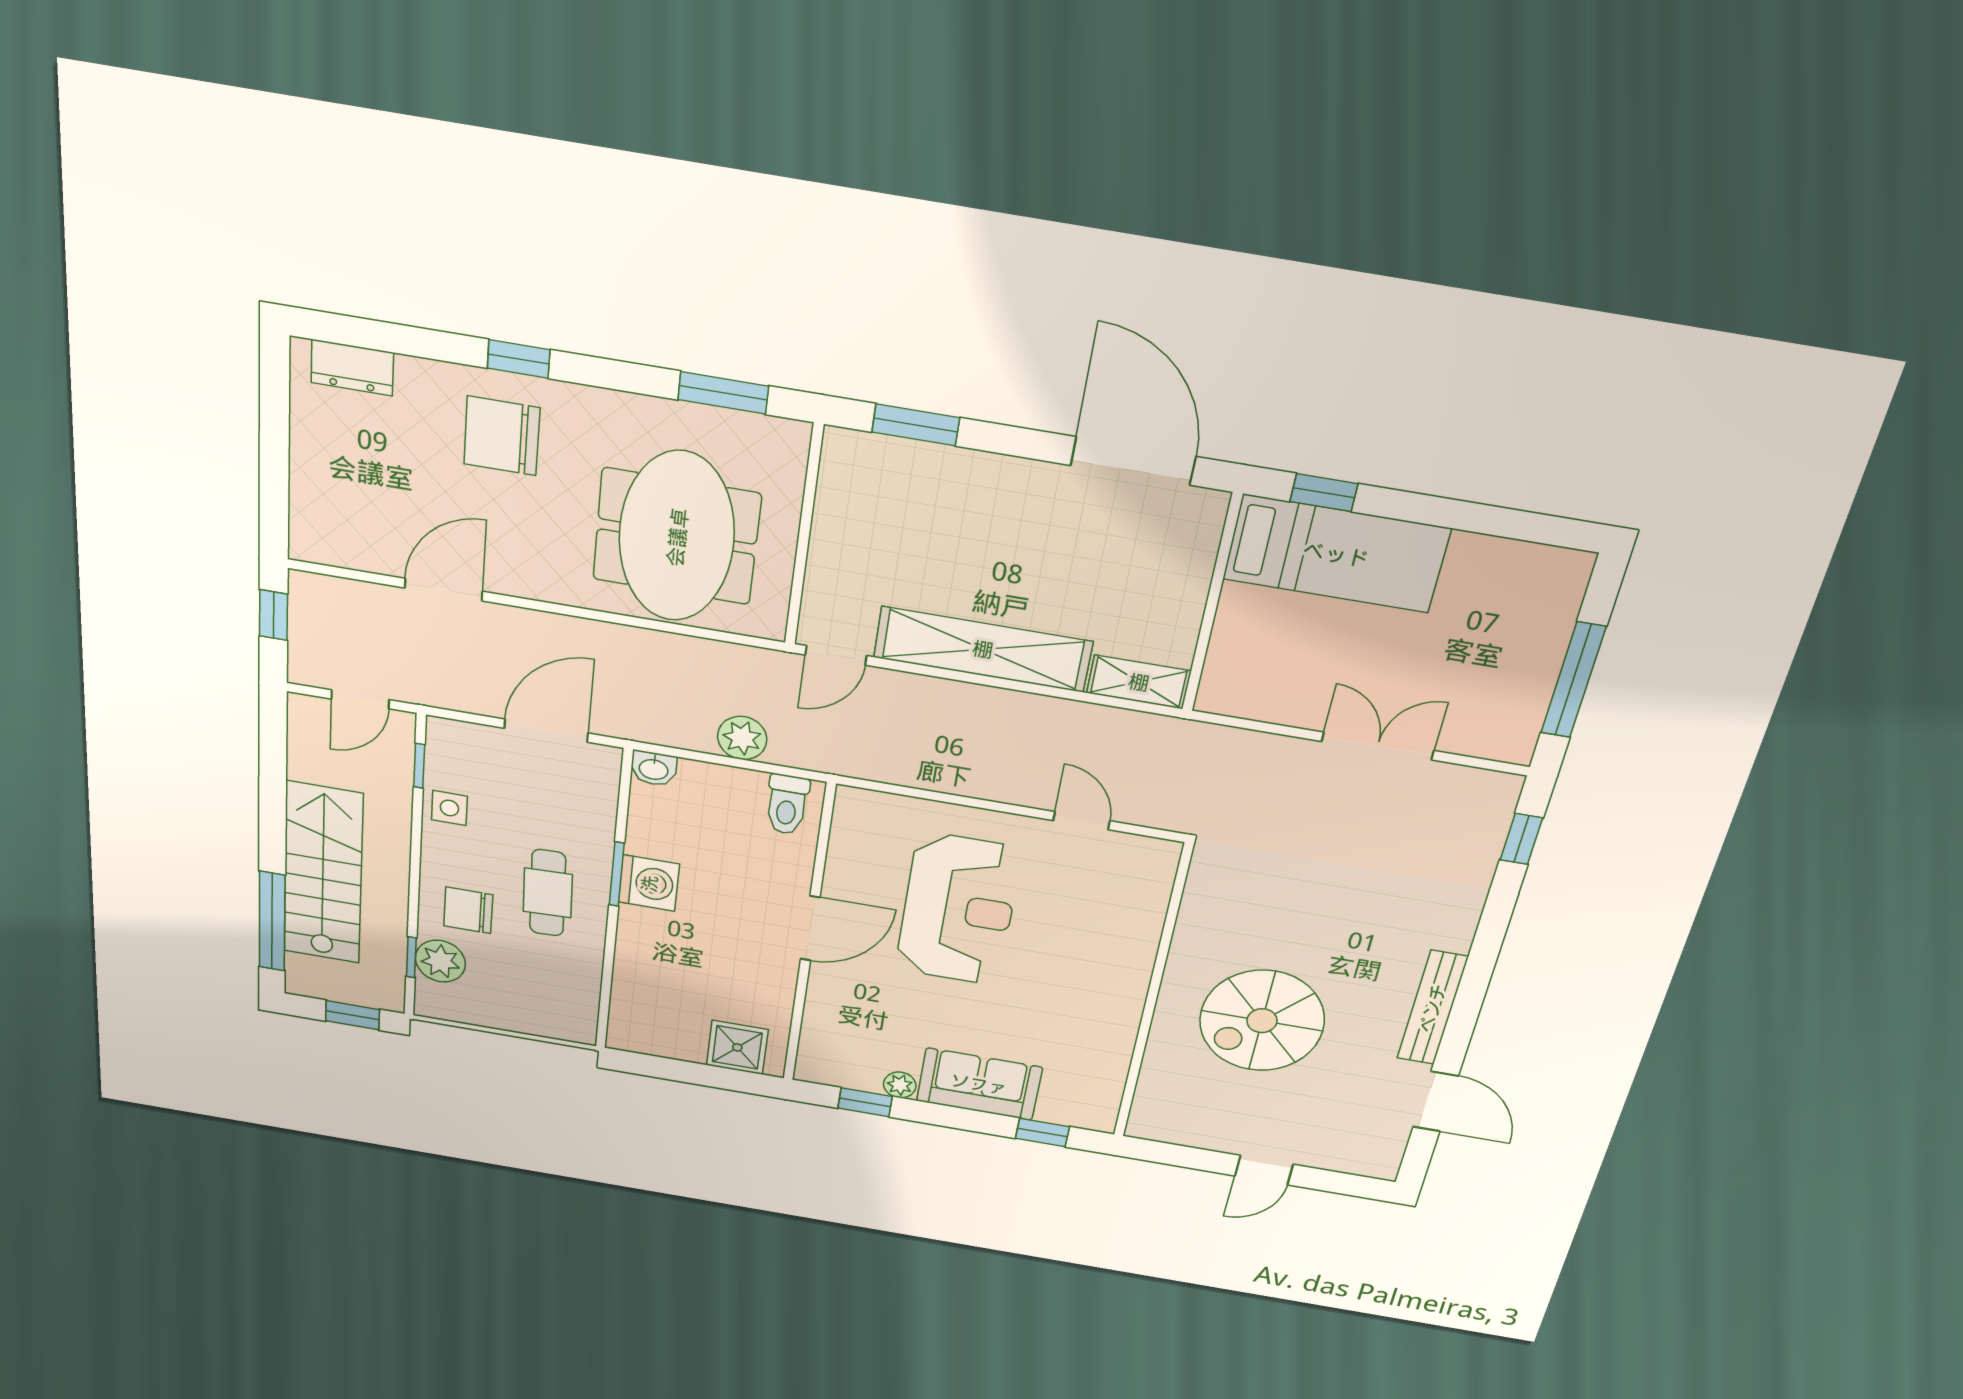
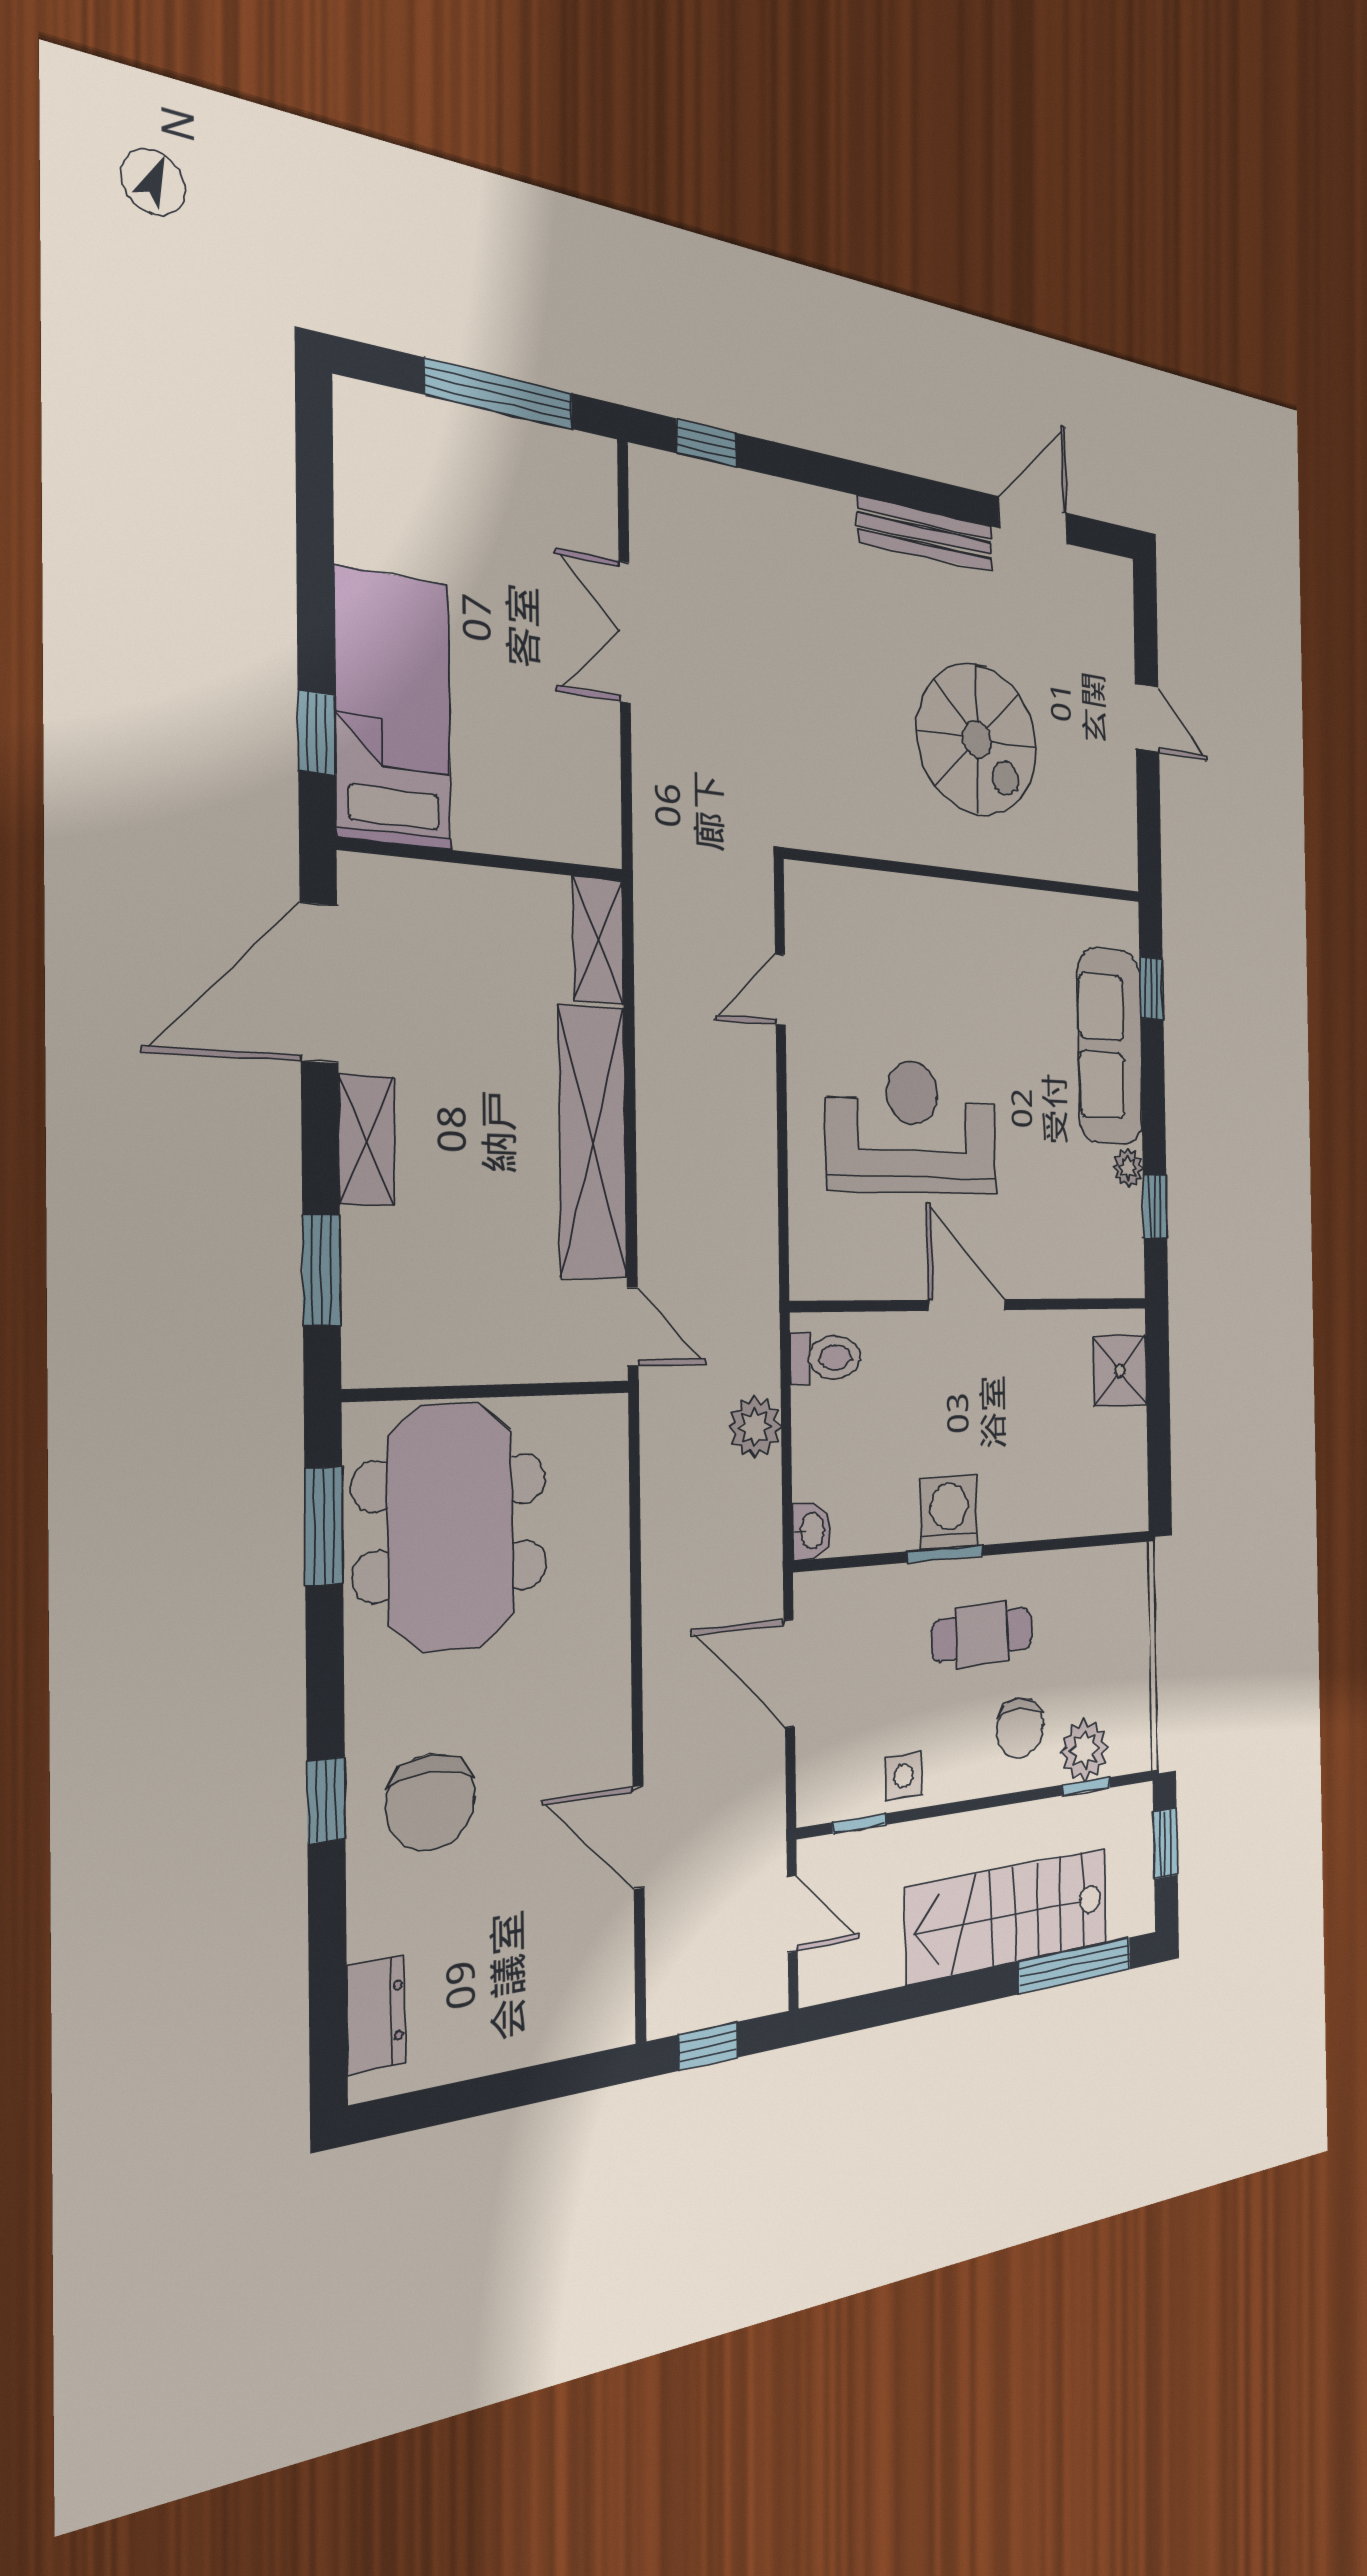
shelving: (1009, 476) -> (367, 1140), added
meeting table: (677, 537) -> (451, 1527), moved, turned 90
sofa: (979, 1084) -> (1110, 1046), width x1.36

